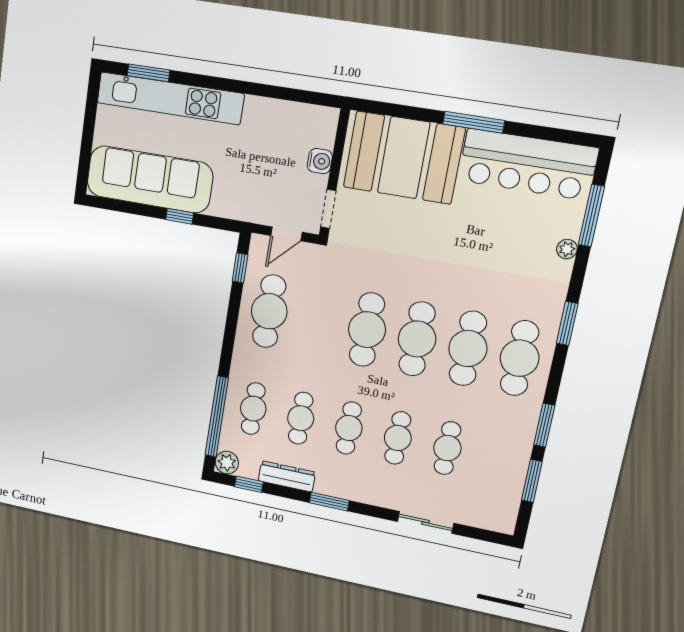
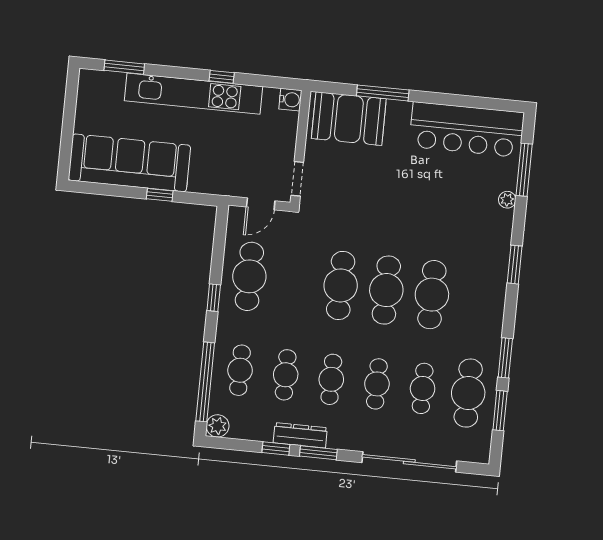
window: (253, 89) -> (222, 77), added
kitchen unit: (170, 98) -> (194, 94), moved
window: (474, 122) -> (383, 93), moved
booth: (404, 158) -> (349, 119), width x0.73, depth x0.70
water cooler: (320, 161) -> (290, 100), moved
window: (240, 268) -> (214, 298), moved
cafe table: (520, 358) -> (468, 393), moved
dresser: (287, 476) -> (300, 435), moved
window: (249, 484) -> (276, 448), moved
sliding door: (426, 522) -> (409, 462), width x1.86

